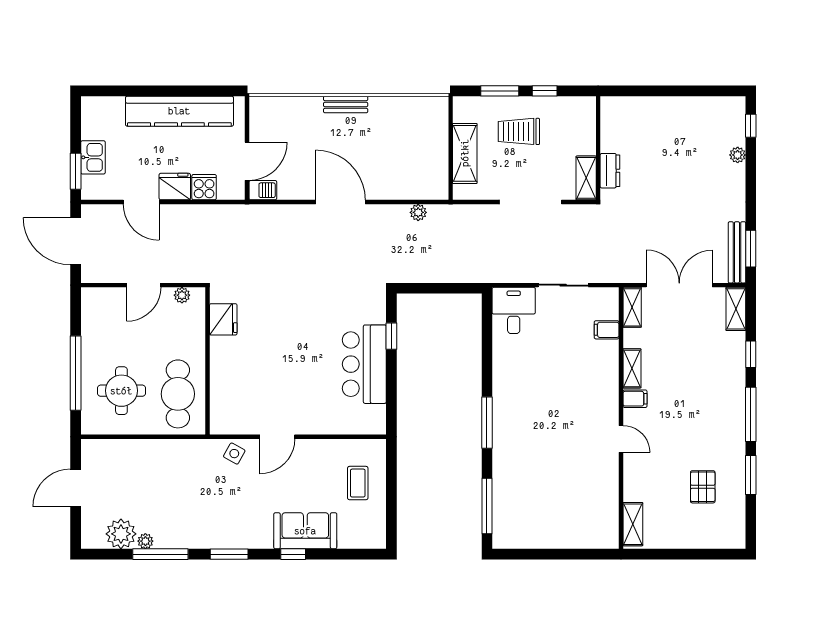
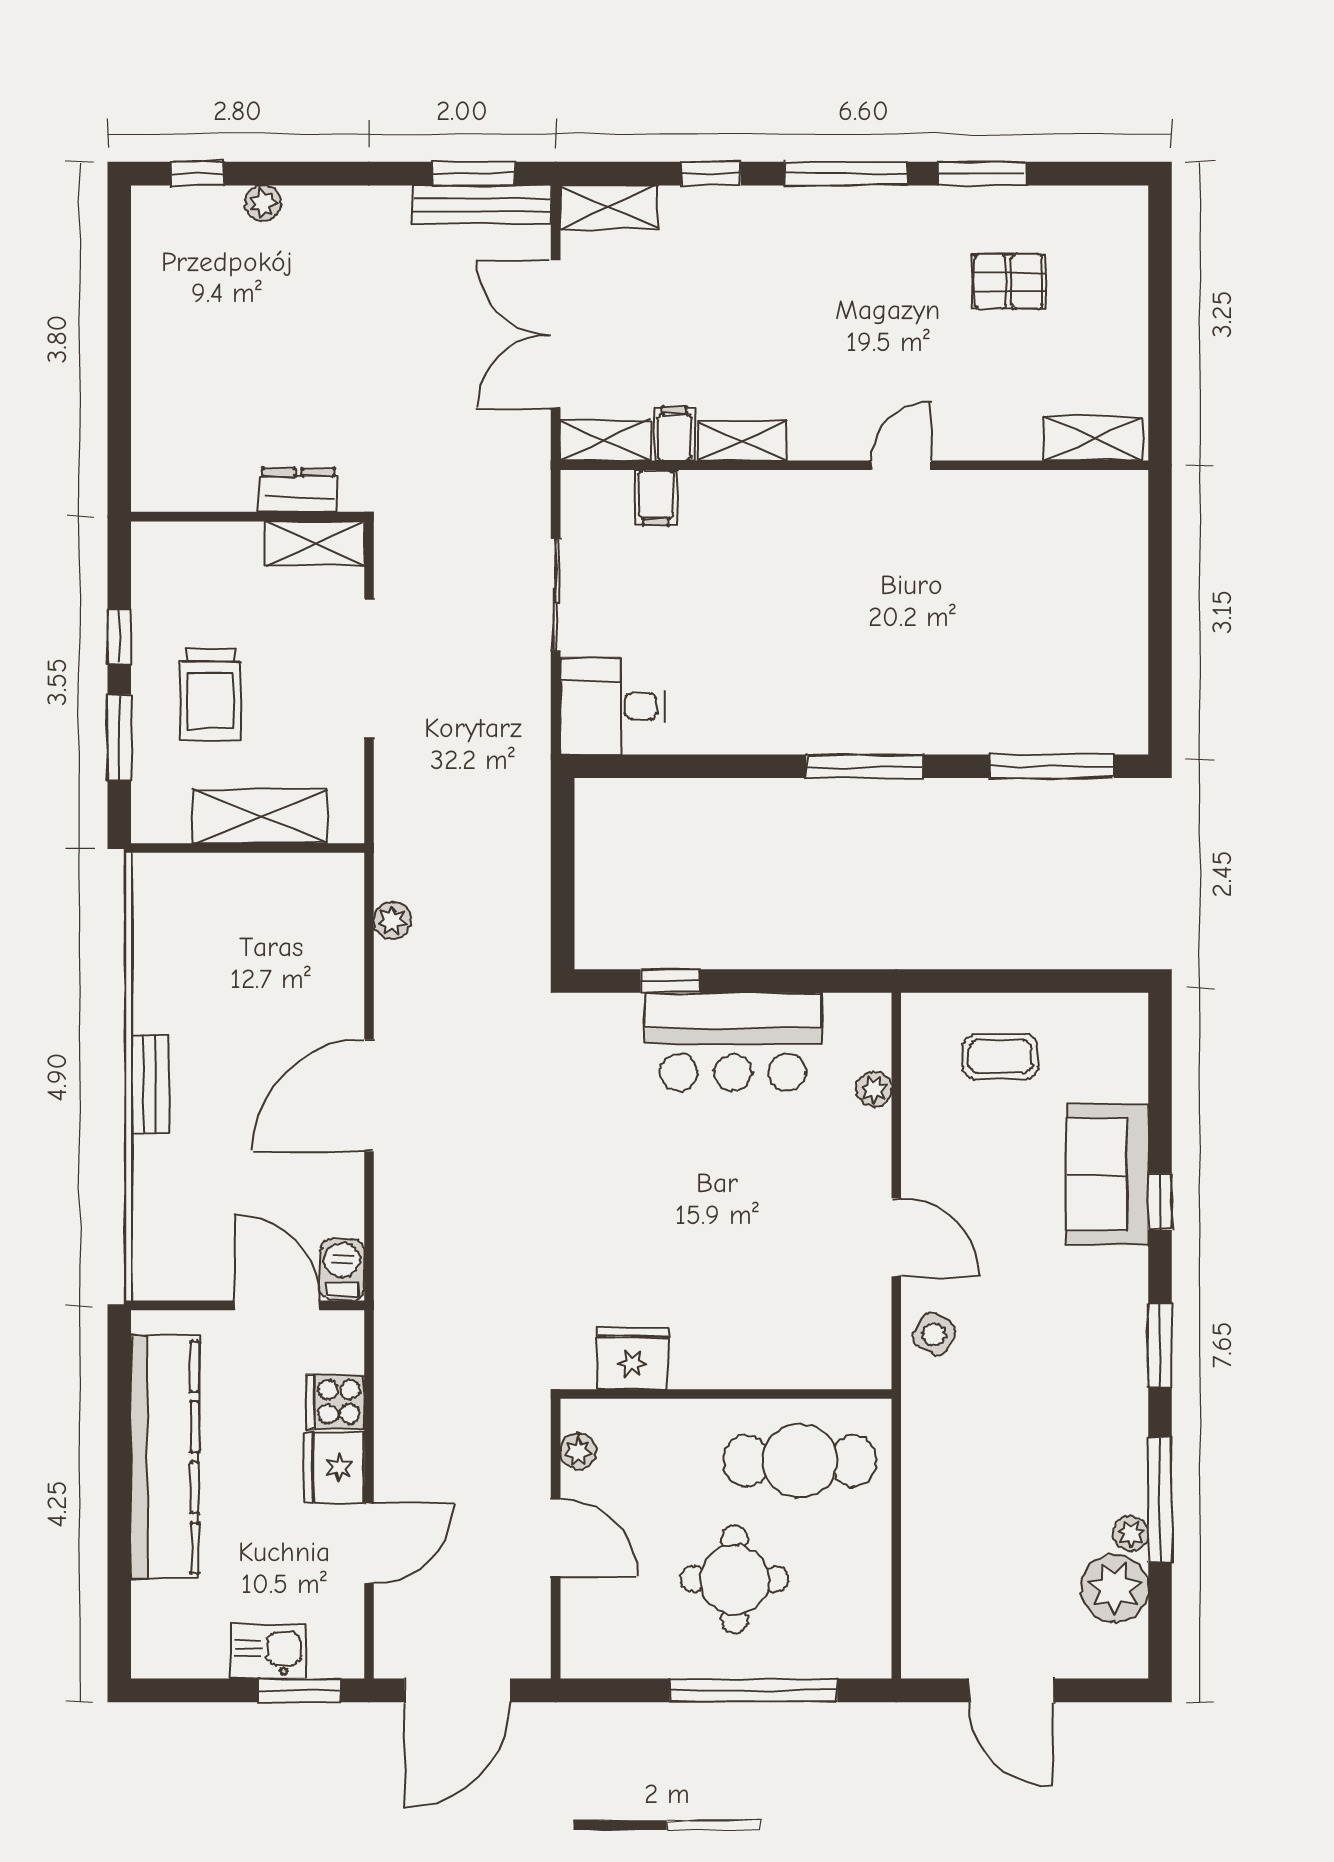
round table: (121, 391) -> (735, 1579), moved
filing cabinet: (635, 399) -> (675, 434), moved
plant: (343, 427) -> (874, 1089), added

